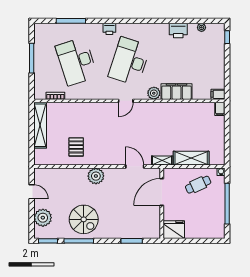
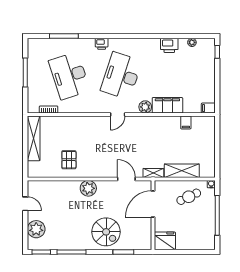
filing cabinet: (220, 109) -> (186, 122), moved
spiral stairs: (84, 219) -> (106, 232), moved

